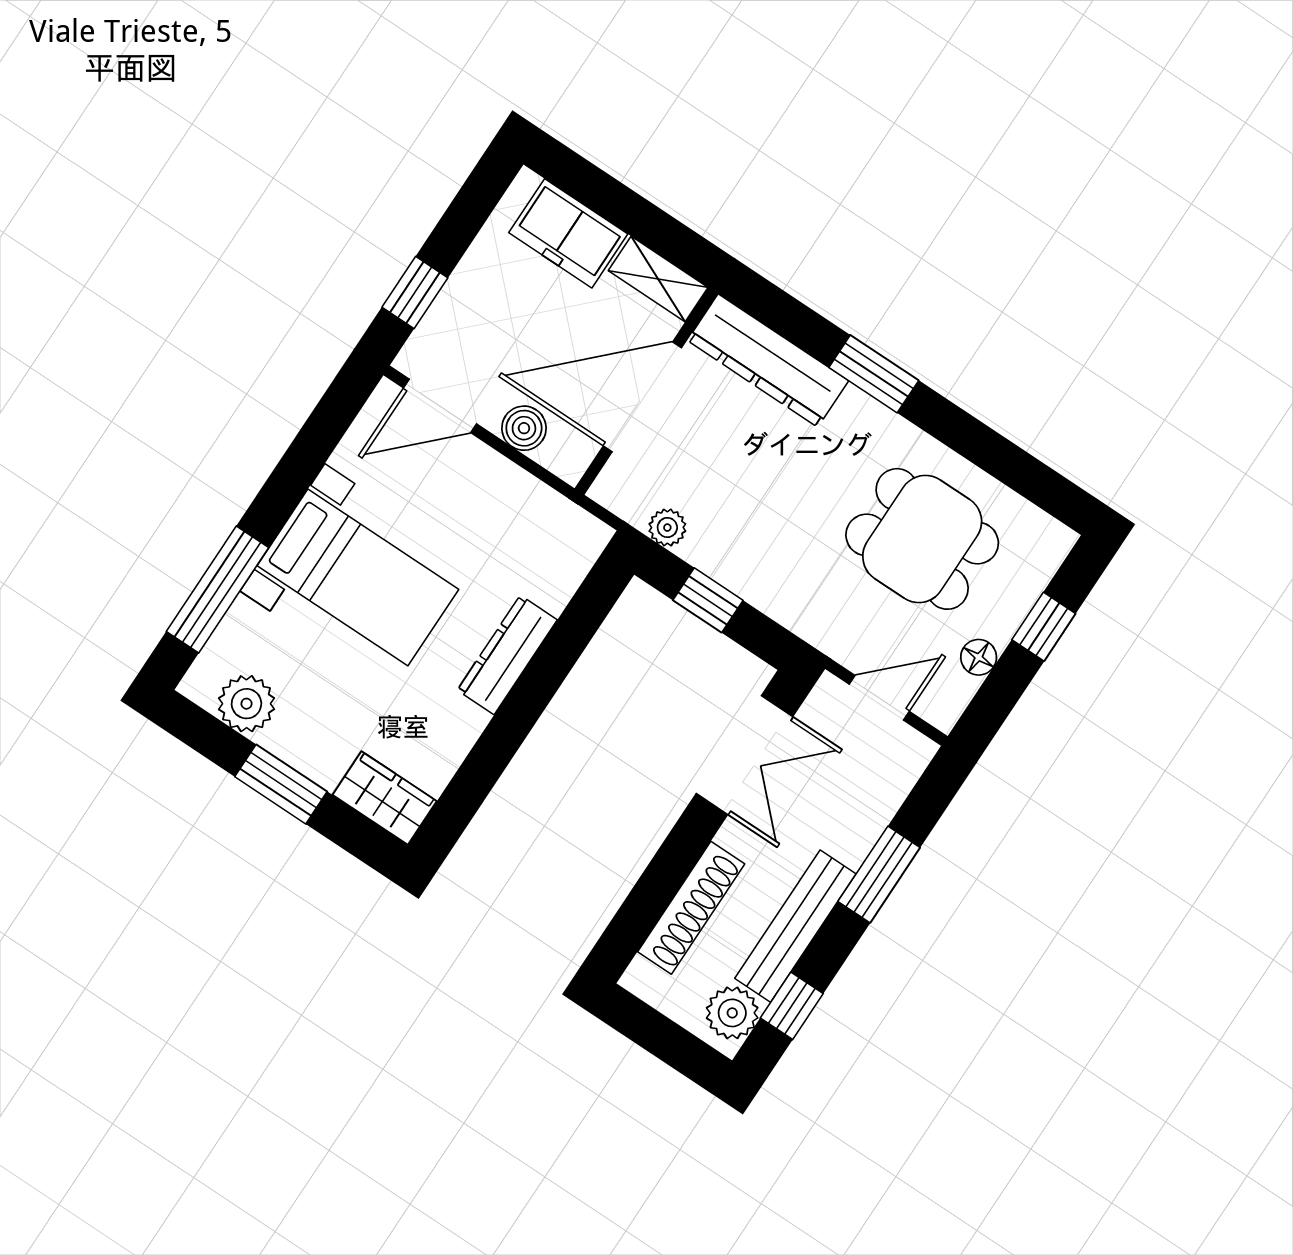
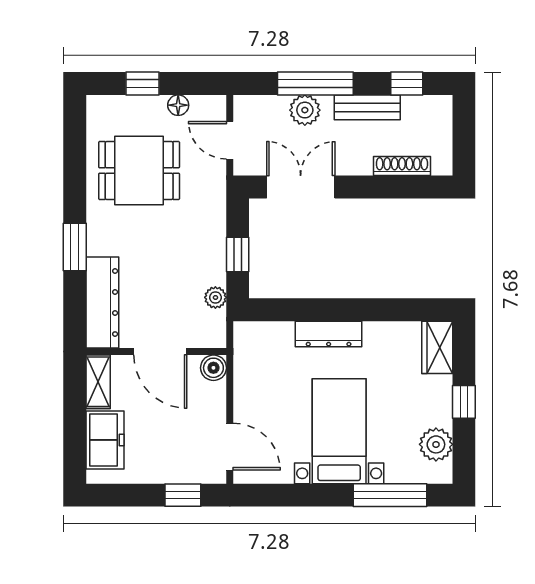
door: (642, 397) -> (160, 352), width x0.73
boiler: (524, 428) -> (213, 368), moved
dining table: (922, 539) -> (139, 171), turned 90
window: (281, 784) -> (464, 402), width x0.67
window: (879, 875) -> (315, 84), width x1.44
shoe rack: (691, 908) -> (402, 166), width x0.74, depth x0.81
bench: (795, 926) -> (367, 107), width x0.73
plant: (732, 1013) -> (305, 110), moved

